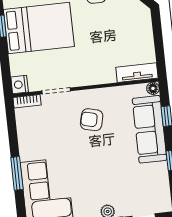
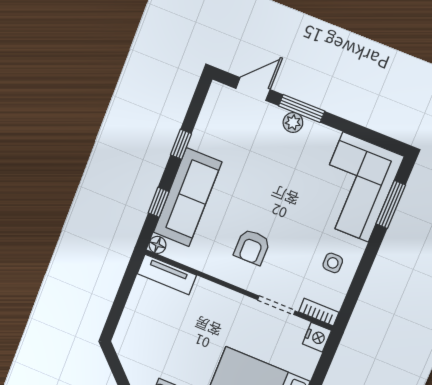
armchair: (92, 120) -> (252, 247), turned 76
side table: (35, 137) -> (333, 263), added
window: (17, 173) -> (391, 204), moved

